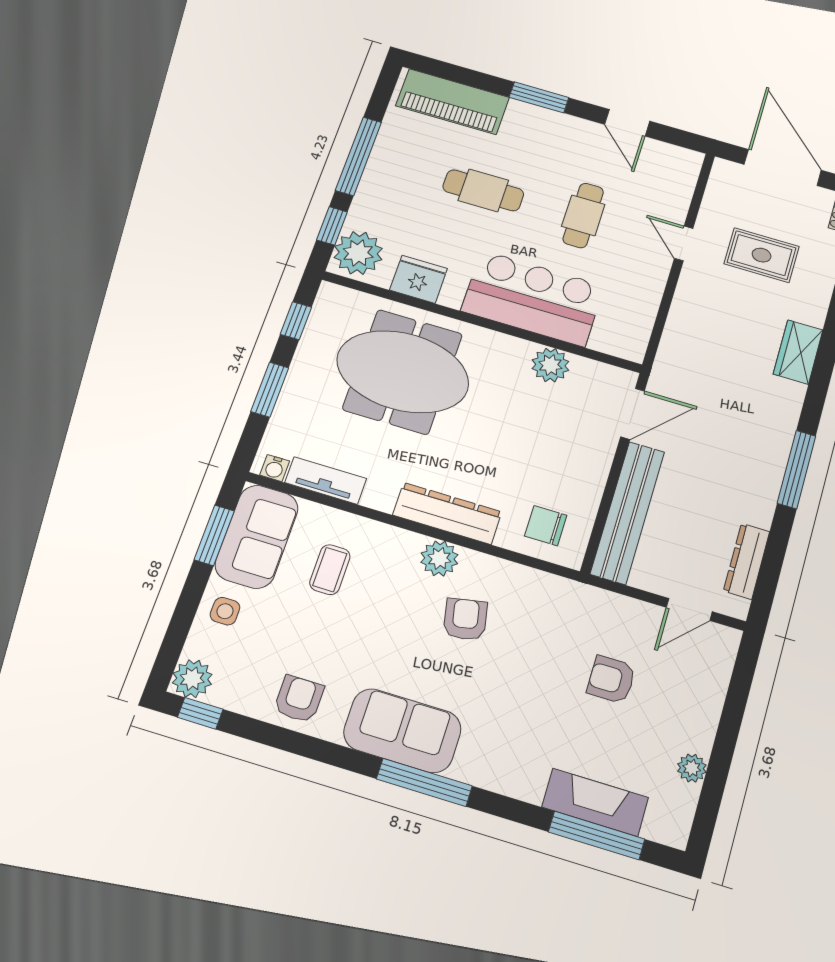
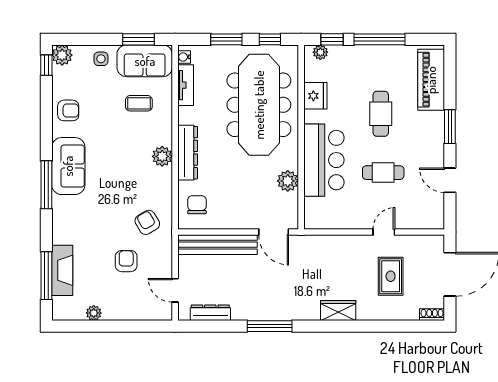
door: (627, 123) -> (450, 180), hinge flipped
plant: (358, 253) -> (320, 52), width x0.53, depth x0.53
meeting table: (403, 372) -> (259, 105), width x1.36
armchair: (465, 619) -> (147, 222), moved, turned -110

